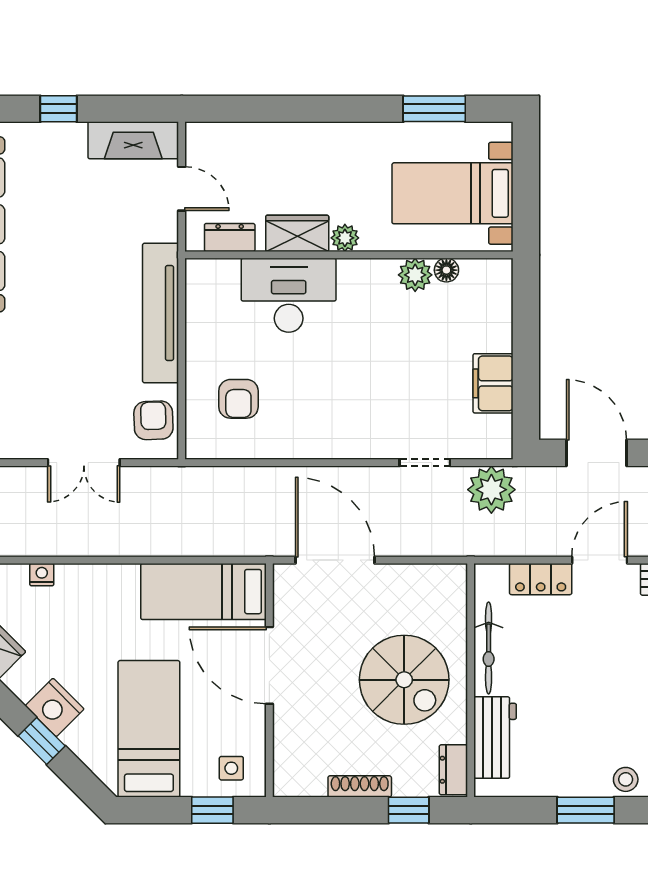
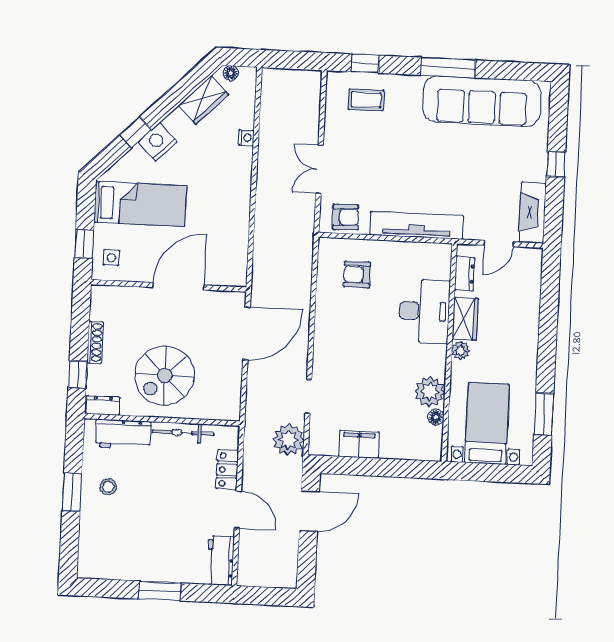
plant: (415, 275) -> (430, 392), width x1.36, depth x1.36
bed: (204, 592) -> (230, 245), removed
stool: (626, 779) -> (108, 487), moved

